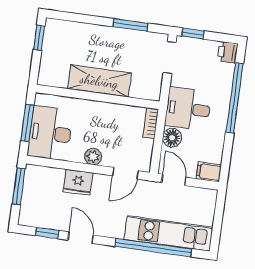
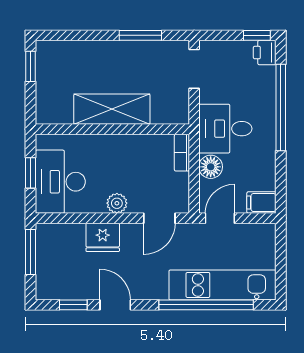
window: (193, 34) -> (257, 35), moved
window: (27, 123) -> (31, 173), width x0.67
door: (174, 180) -> (220, 218), hinge flipped

